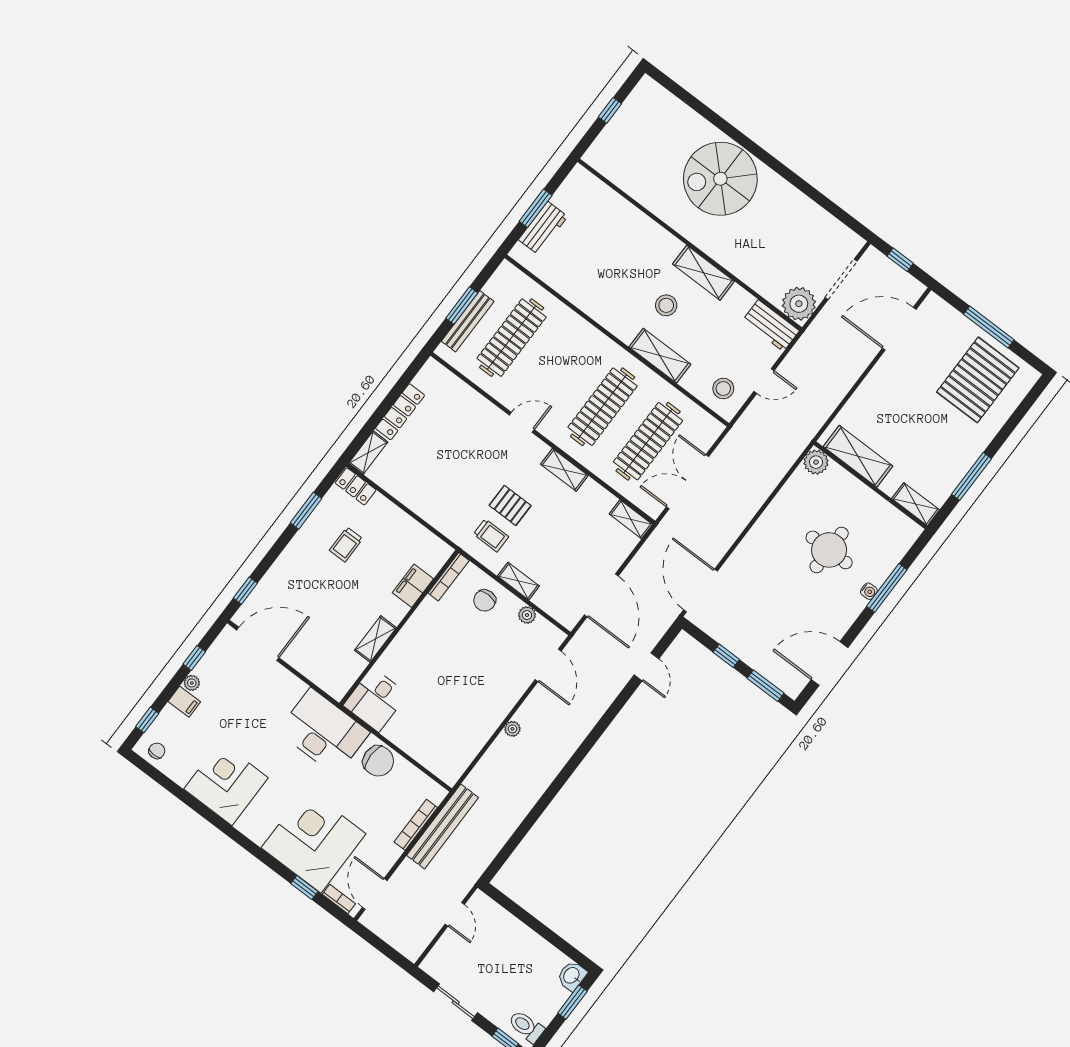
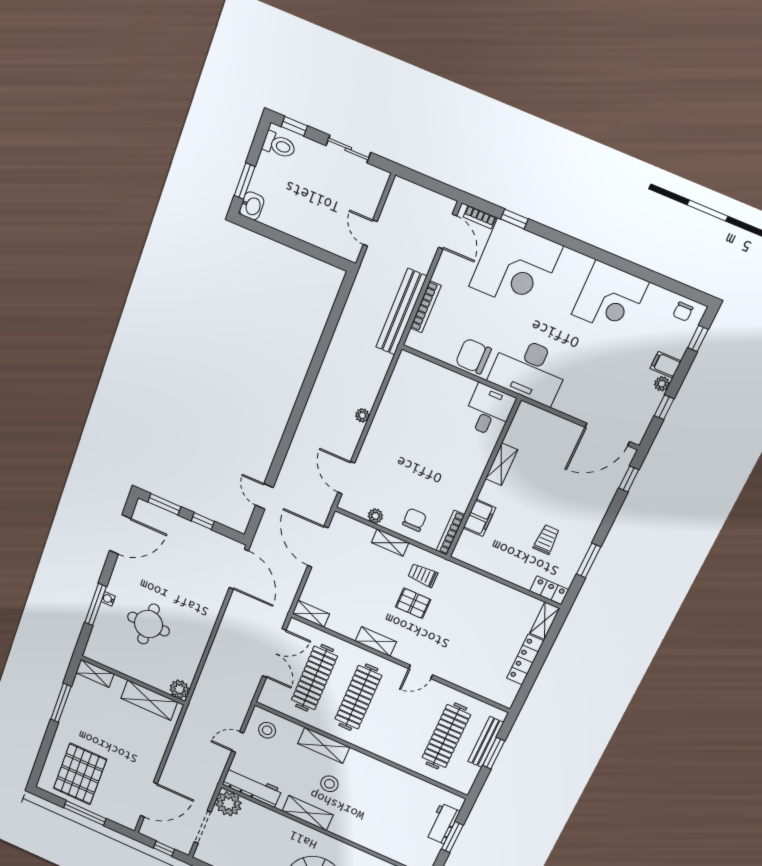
workbench: (771, 326) -> (252, 787), width x1.38

